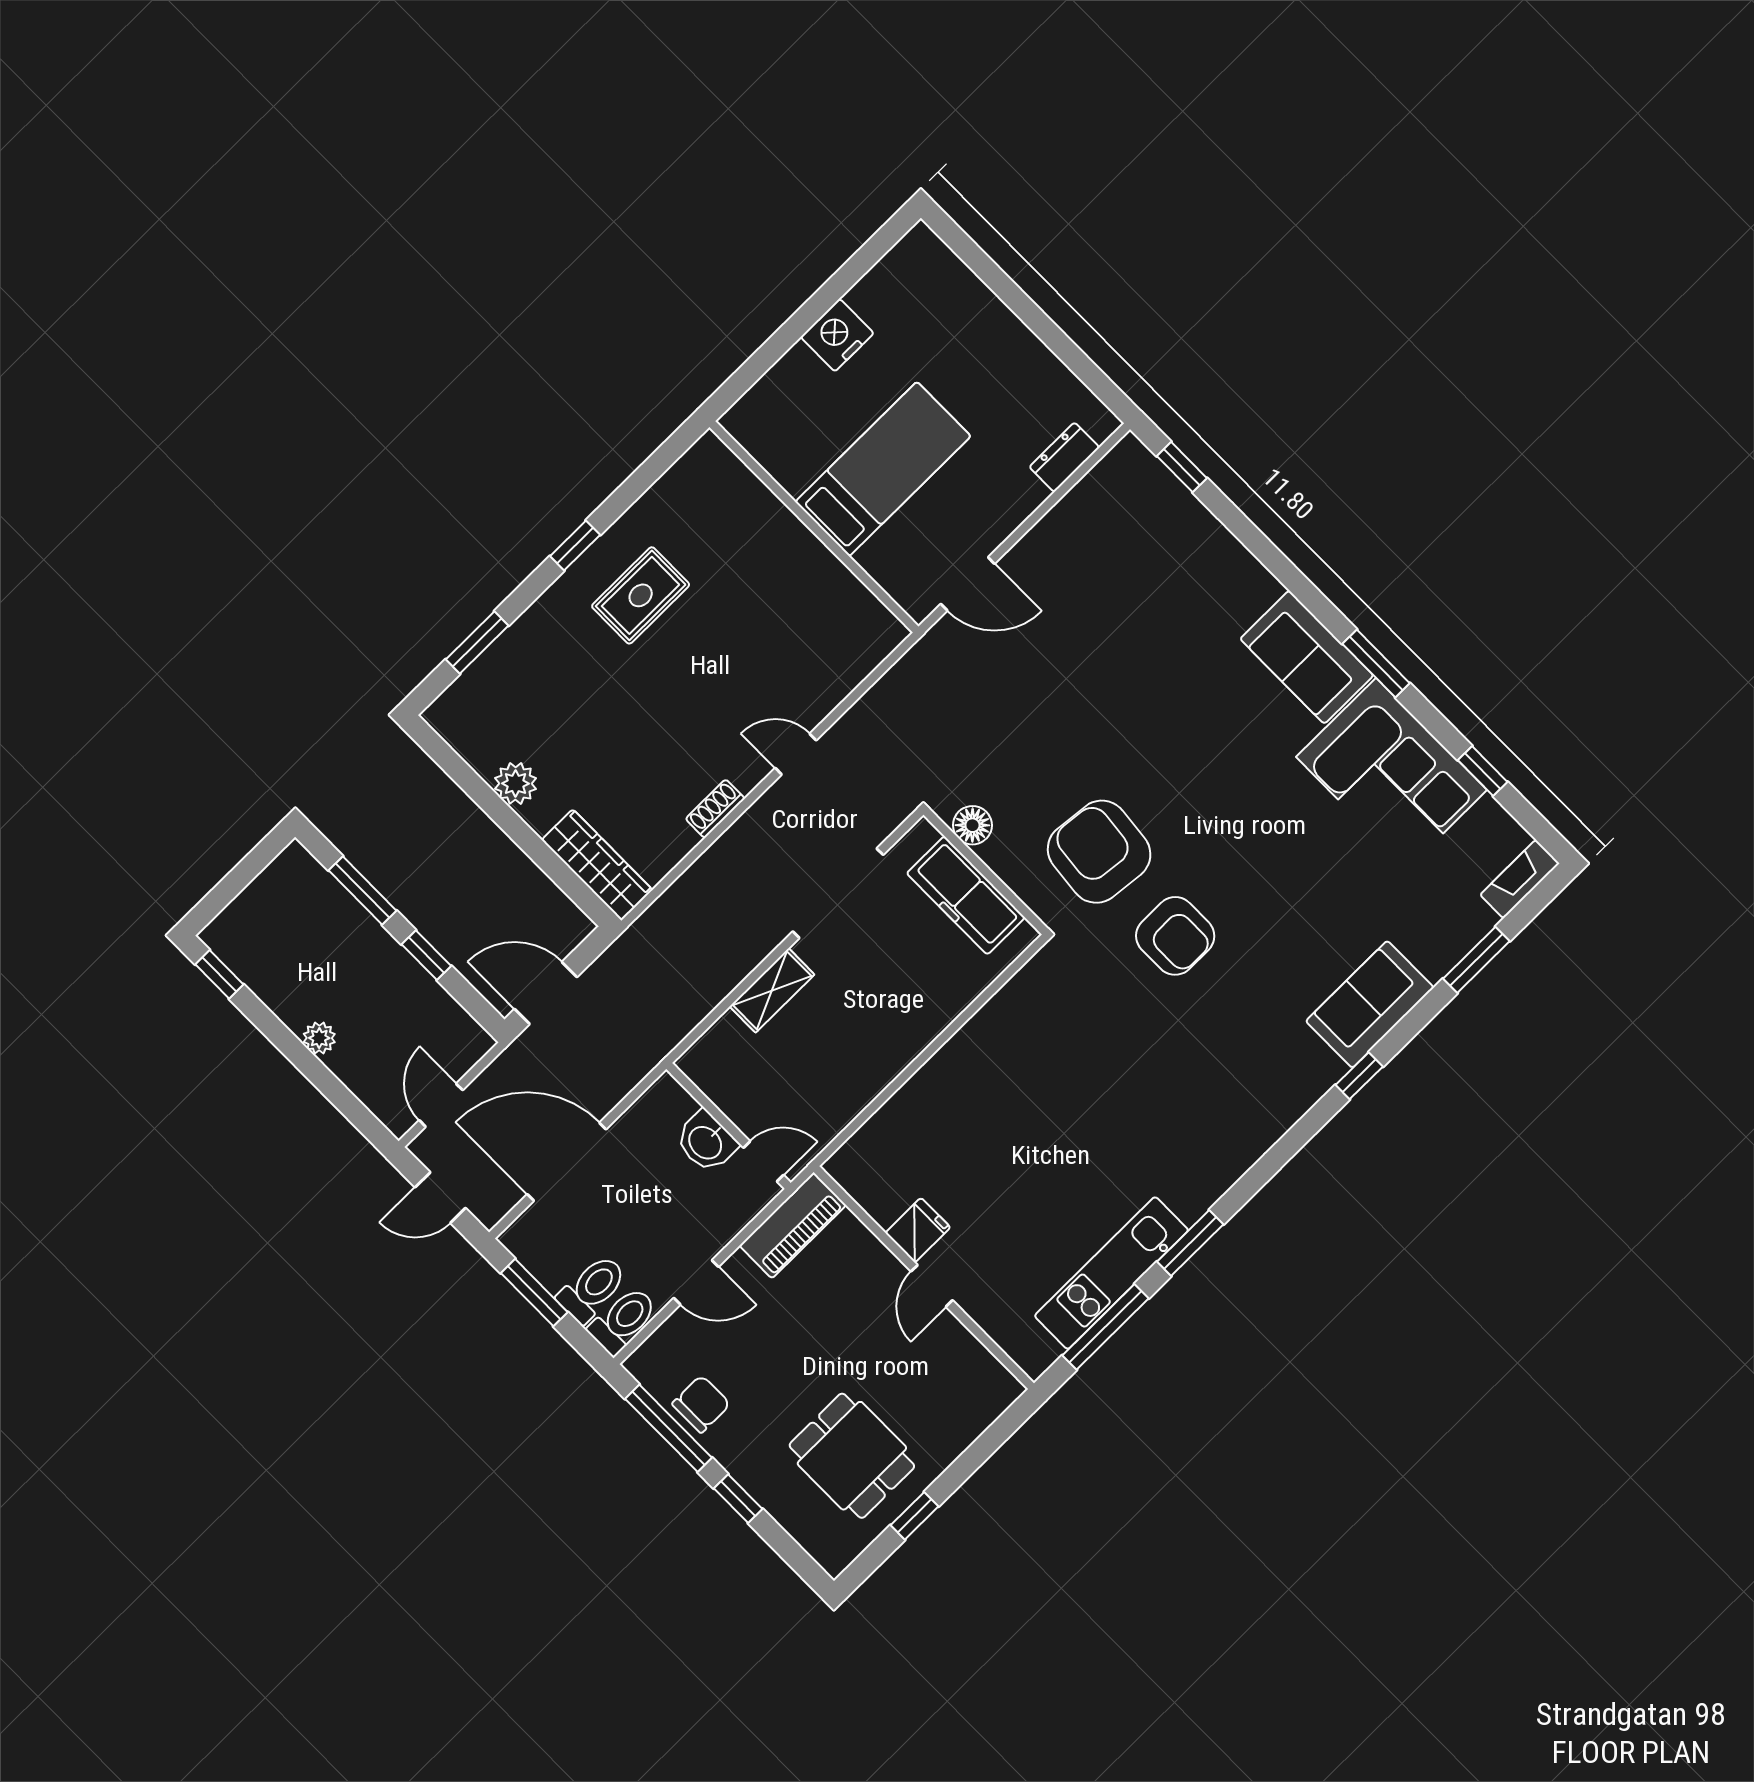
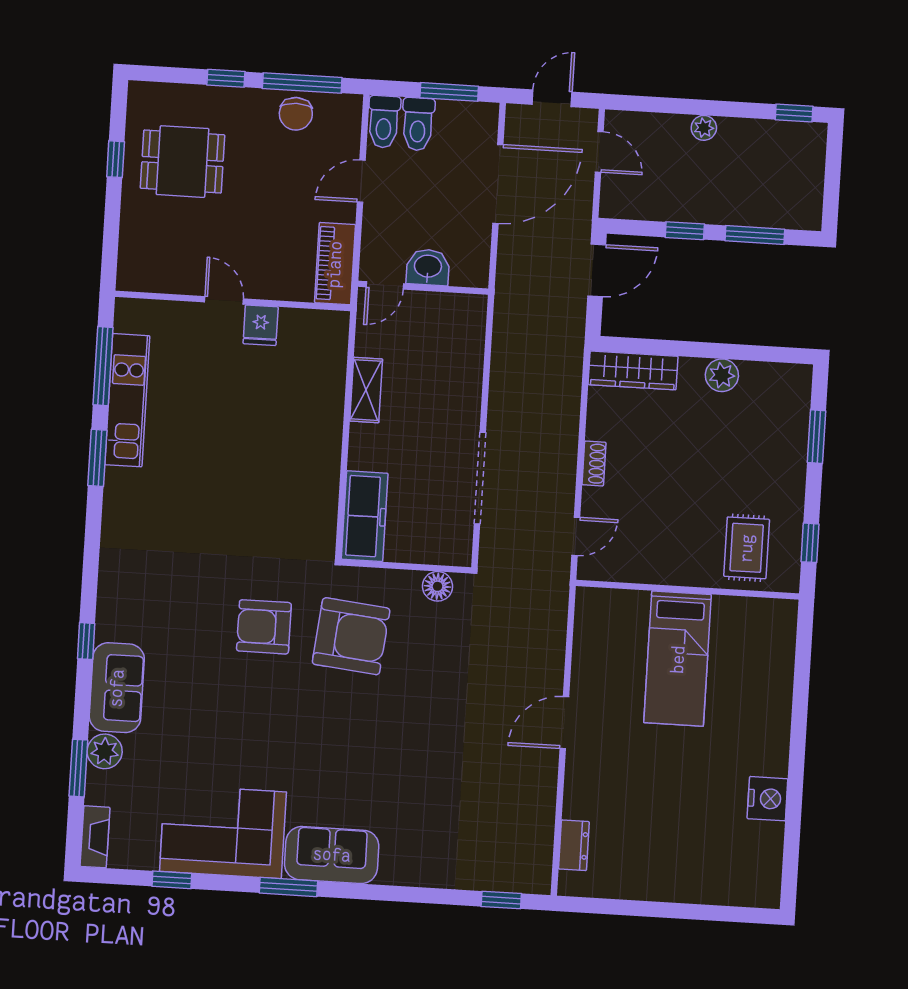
bed: (883, 469) -> (678, 659), moved
wall: (814, 527) -> (687, 590), moved
freezer: (966, 895) -> (365, 516), moved, turned 90
plant: (1437, 953) -> (105, 751), added
shelving: (772, 990) -> (366, 390), moved

